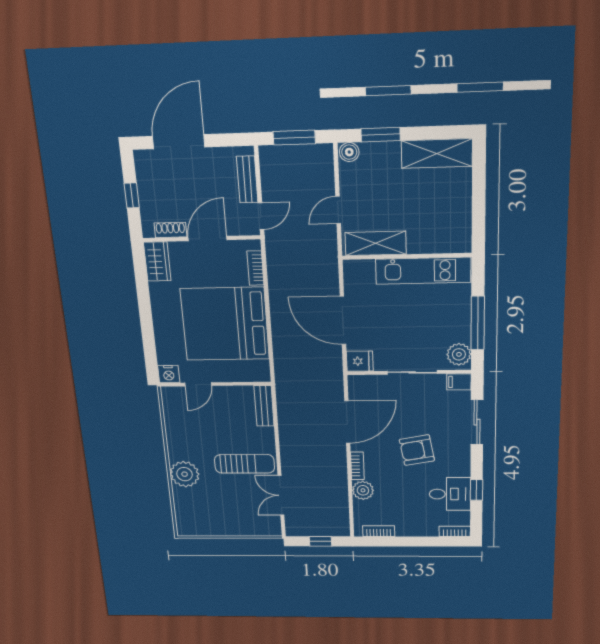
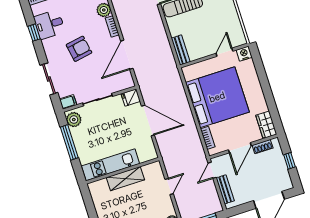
shelving: (376, 243) -> (125, 179), moved

